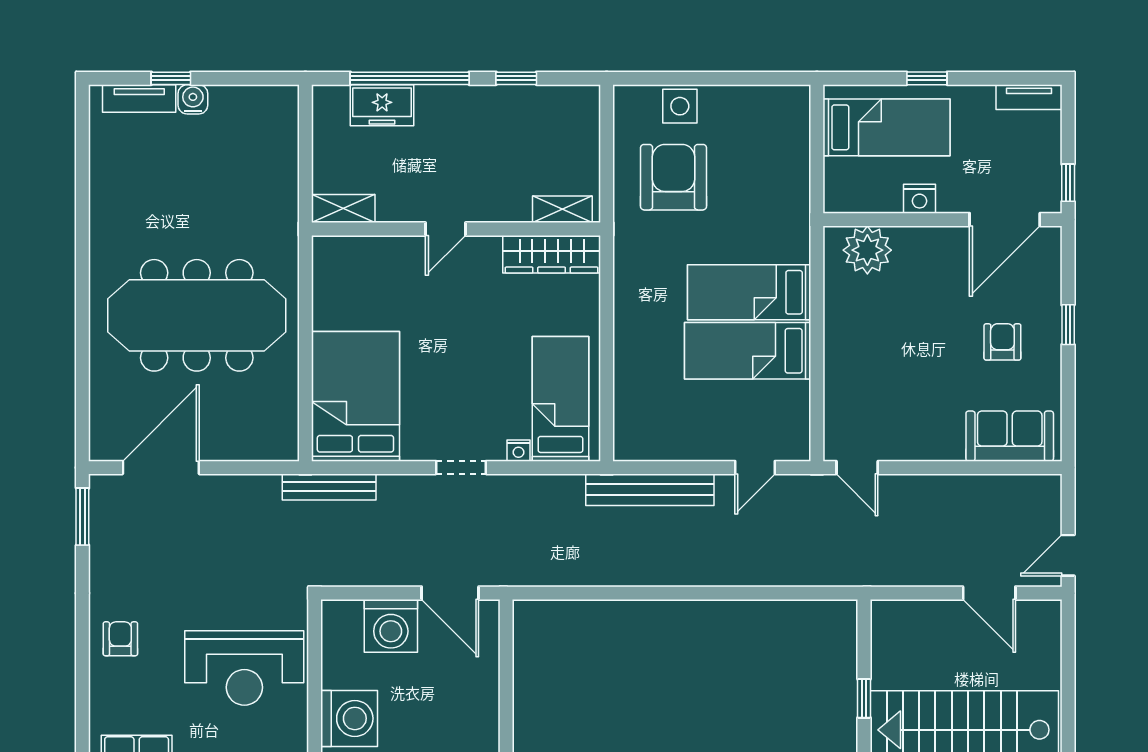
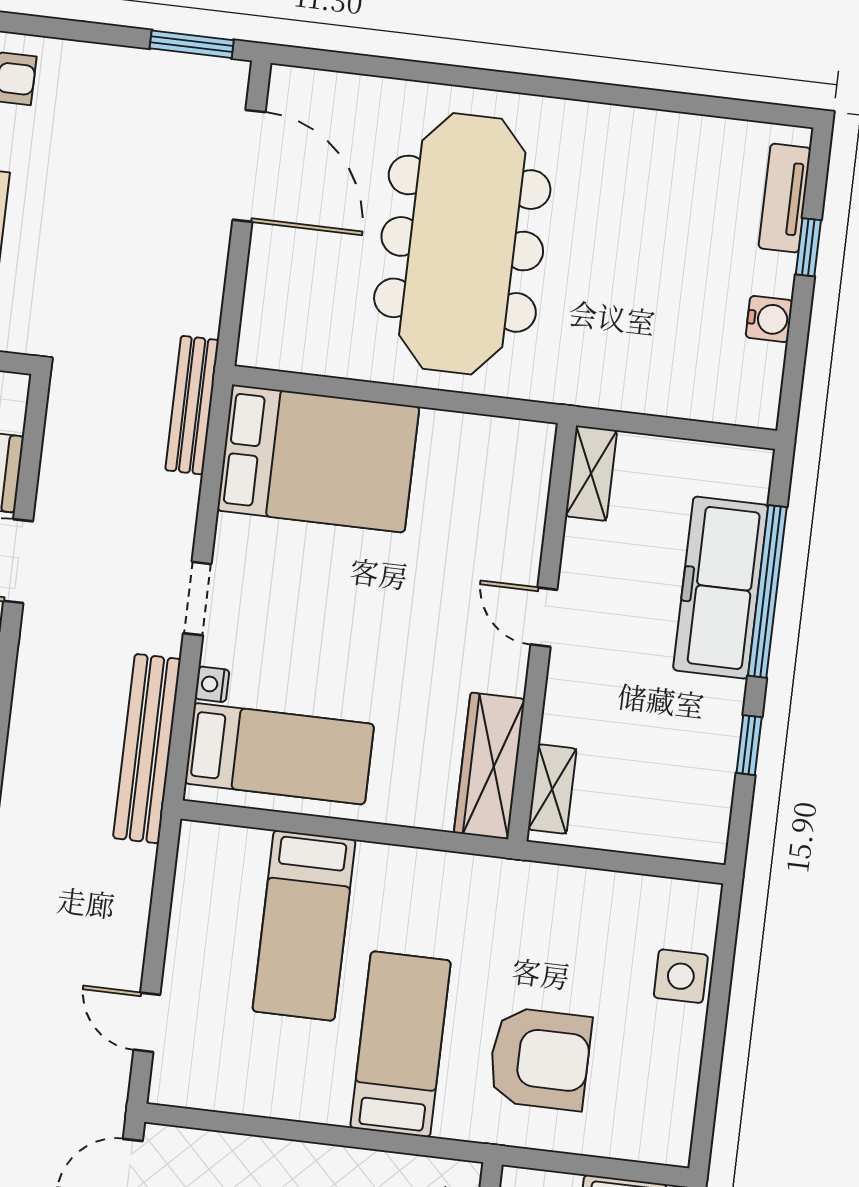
water cooler: (193, 99) -> (769, 319), moved
freezer: (382, 105) -> (721, 588), width x1.91, depth x1.26
armchair: (674, 177) -> (540, 1059), moved
bed: (748, 351) -> (304, 925), moved, turned 180
bench: (650, 490) -> (147, 749), moved

